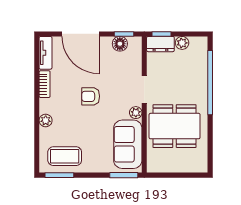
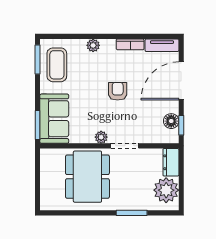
window: (161, 34) -> (181, 163), removed
plant: (182, 43) -> (166, 190), width x1.88, depth x1.88
window: (210, 83) -> (132, 213), width x0.47
sofa: (128, 144) -> (54, 119), moved, turned 90

